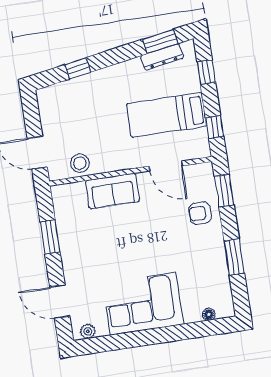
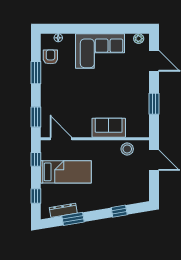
window: (160, 41) -> (73, 219), moved
door: (166, 166) -> (61, 139), moved
armchair: (200, 213) -> (50, 57), moved, turned -90

